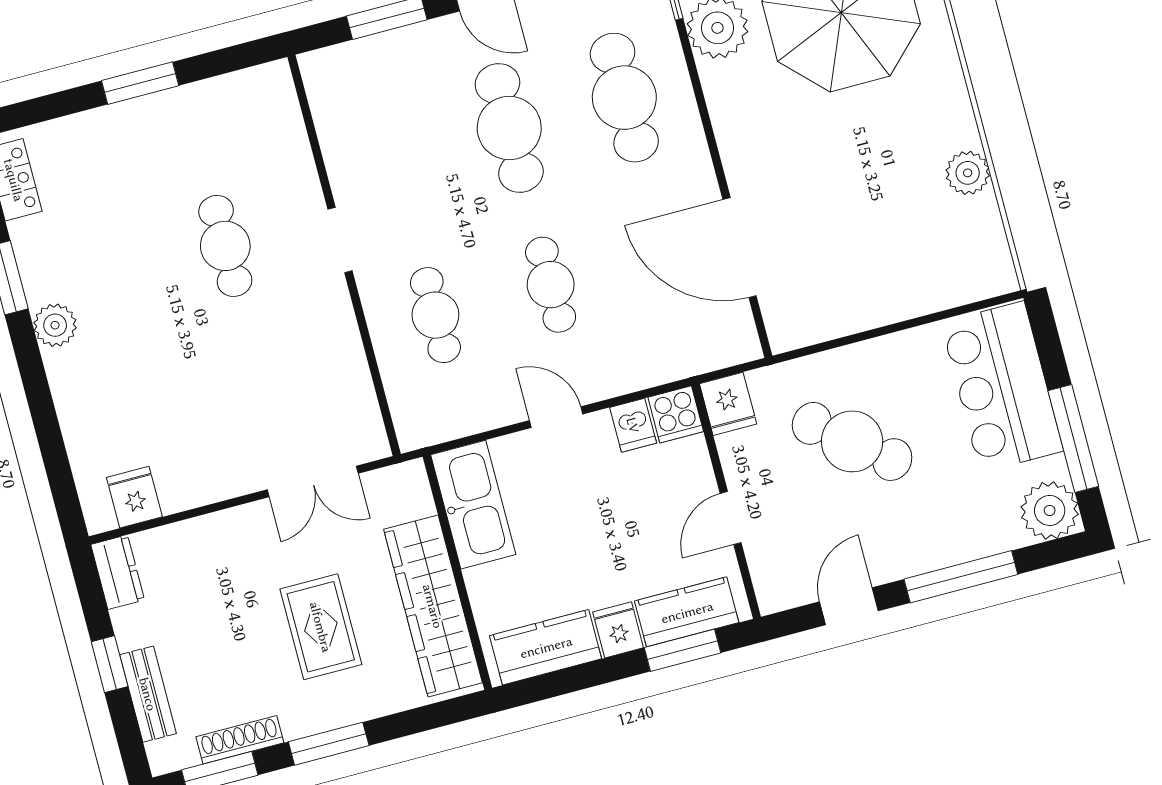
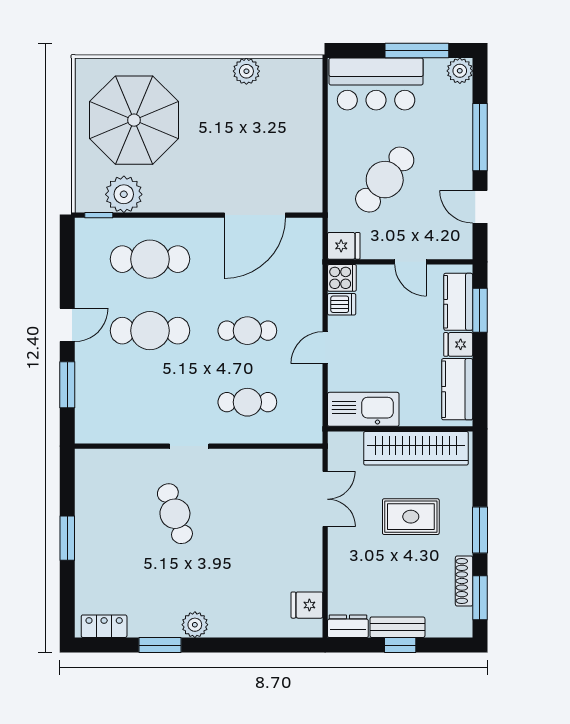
cafe table: (225, 246) -> (175, 514), turned 71
plant: (1050, 510) -> (460, 71), width x0.73, depth x0.73
bench: (148, 694) -> (397, 627), moved

